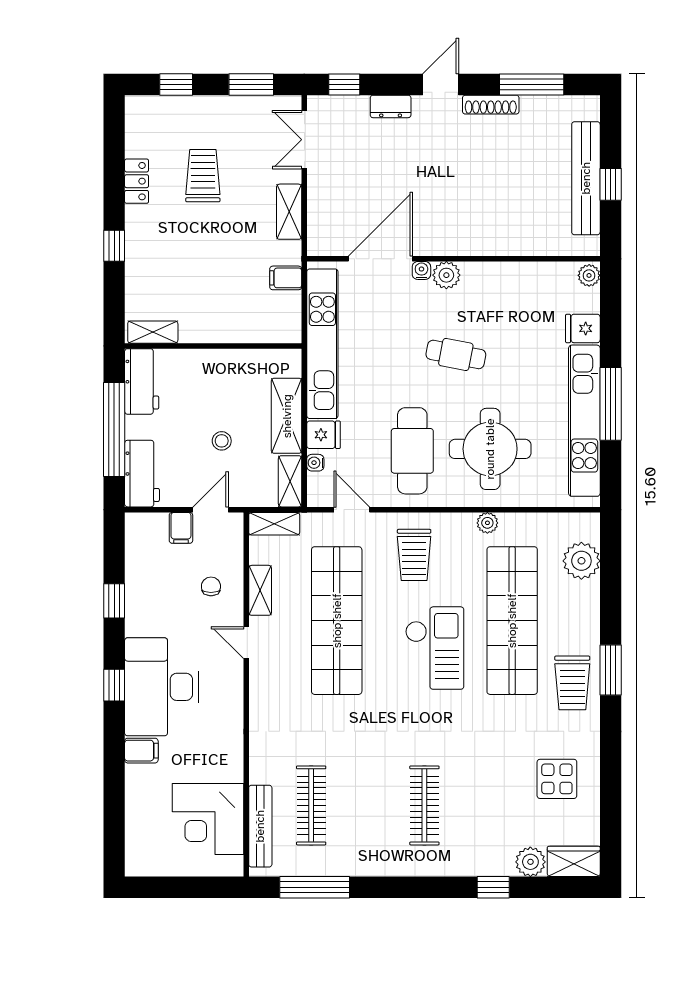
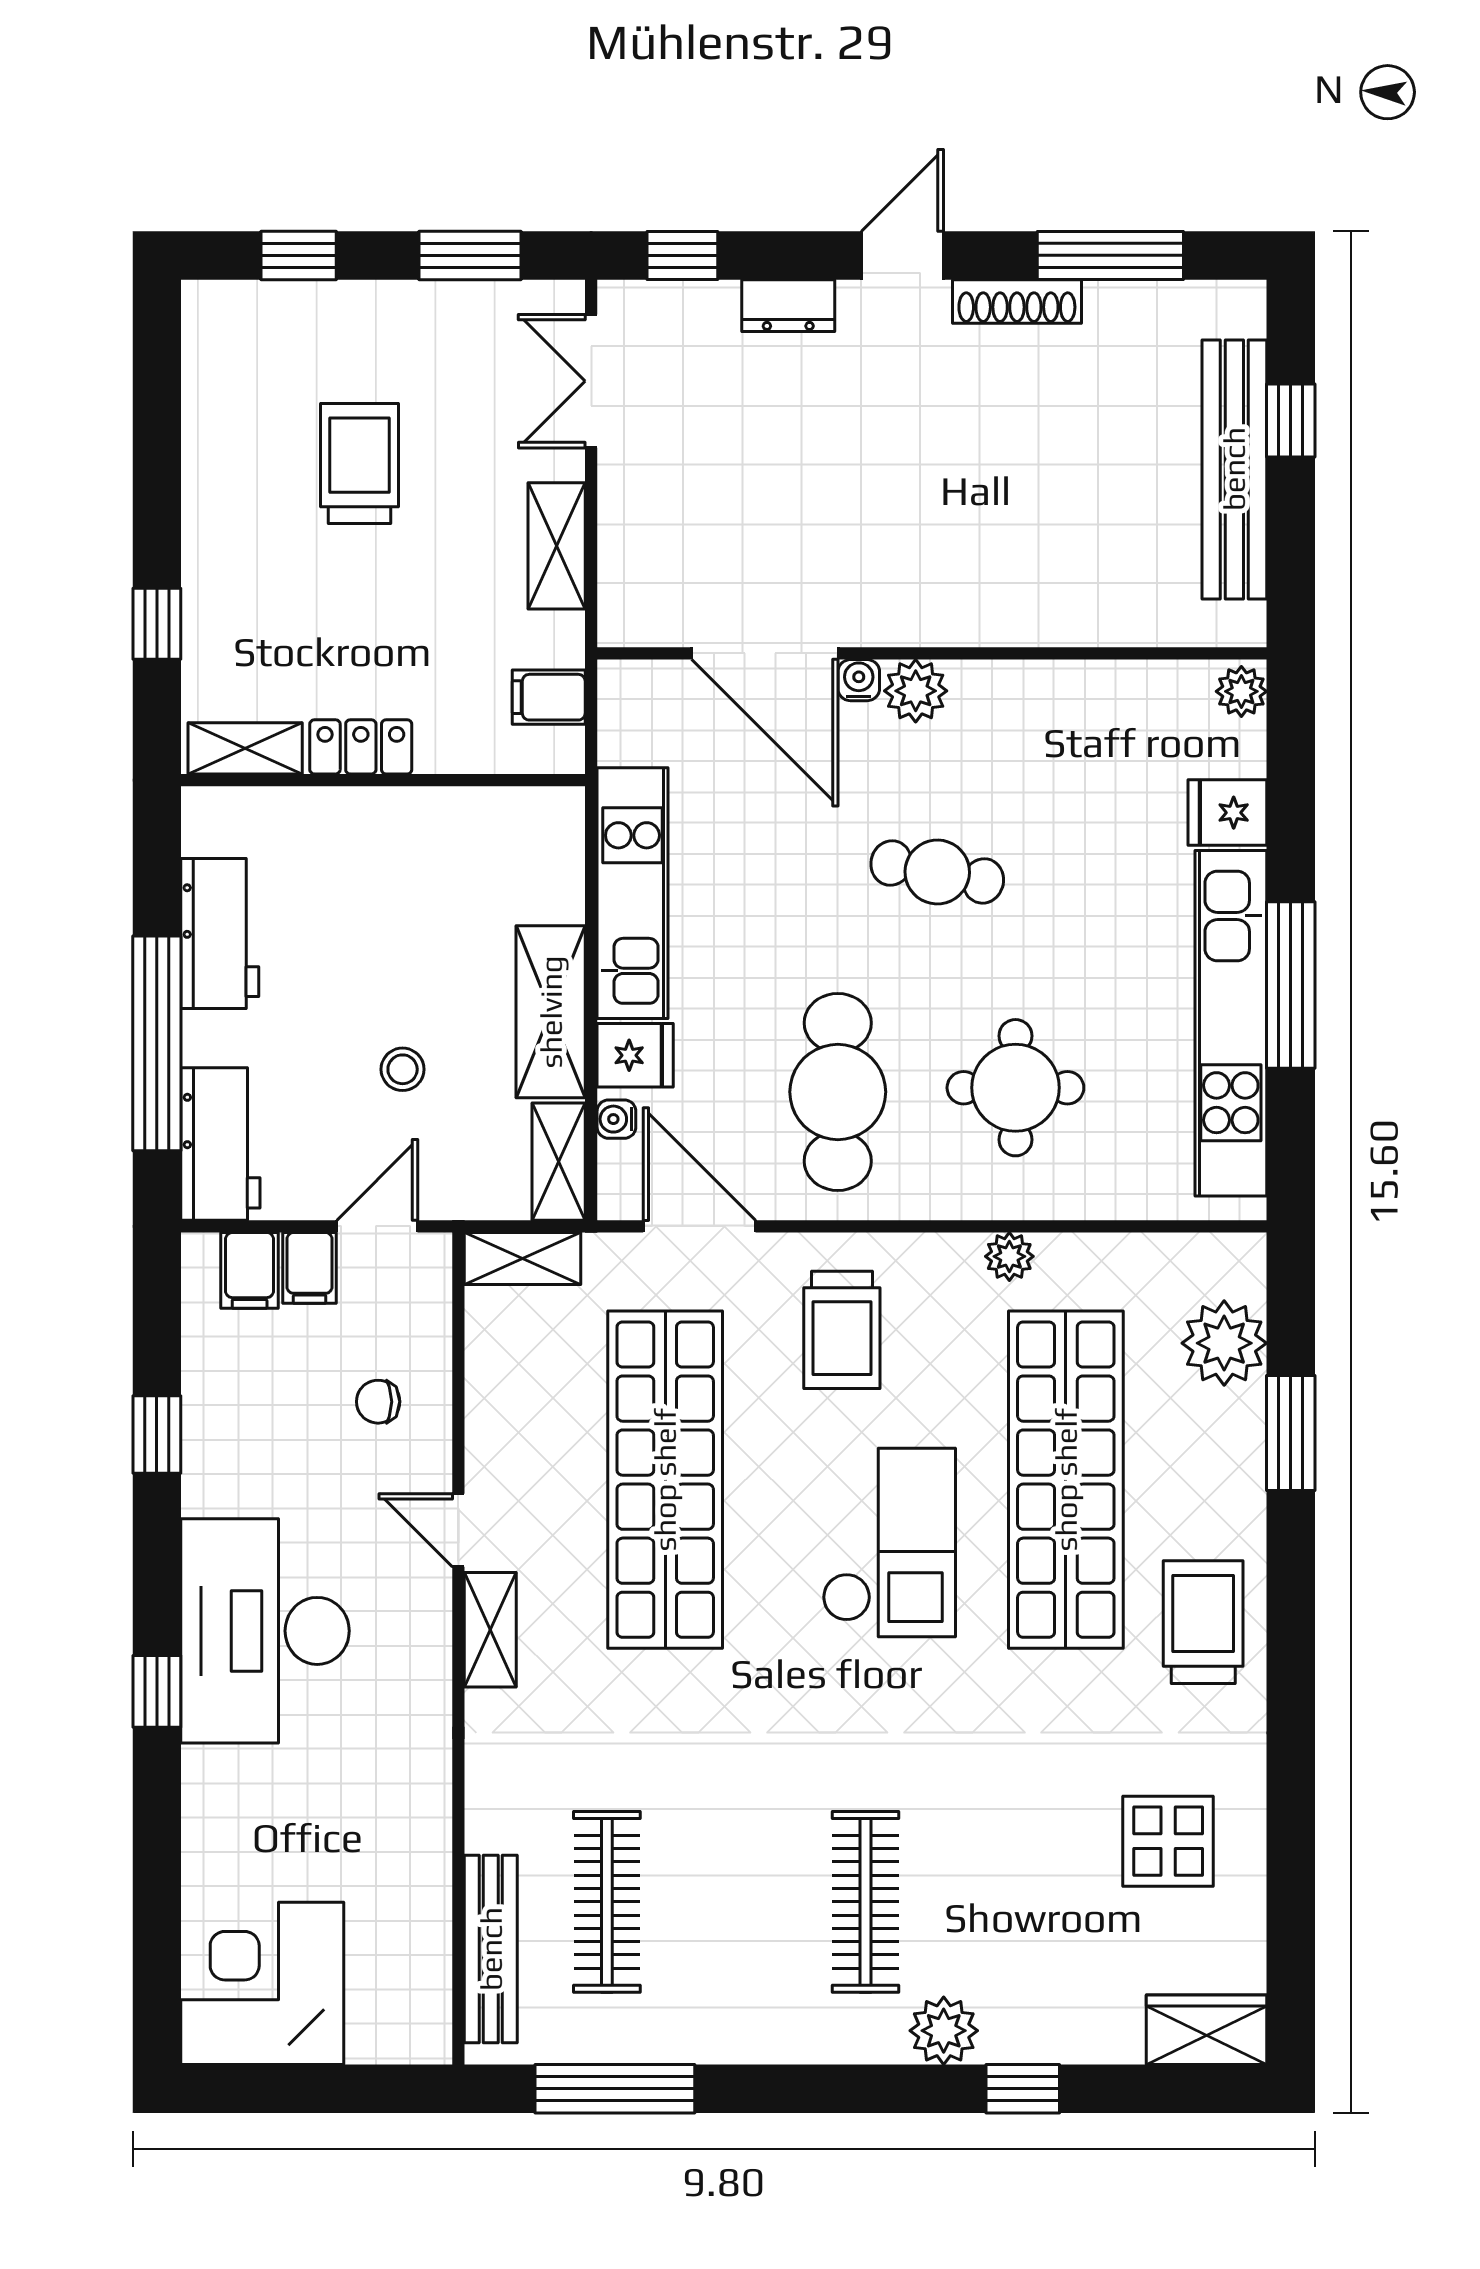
locker: (137, 181) -> (361, 747), moved, turned -90
window: (611, 184) -> (1291, 421), moved
door: (380, 259) -> (765, 653), swing flipped
shelving: (153, 332) -> (245, 748), moved
kitchen unit: (322, 344) -> (632, 893), width x0.73
wall: (213, 346) -> (383, 780), moved
round table: (490, 449) -> (1015, 1088), width x0.73, depth x0.73
door: (352, 510) -> (699, 1226), width x1.38
chair: (211, 586) -> (378, 1402), turned -90
shelving: (260, 590) -> (490, 1630), moved
window: (611, 670) -> (1291, 1433), moved
trolley: (572, 683) -> (1203, 1622), turned 180
window: (114, 685) -> (157, 1691), moved
filing cabinet: (141, 751) -> (250, 1270), moved, turned 90
corner desk: (208, 819) -> (262, 1983), moved, turned 90
plant: (530, 862) -> (944, 2031), moved

